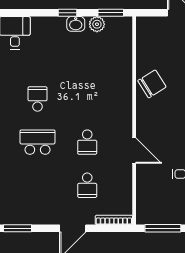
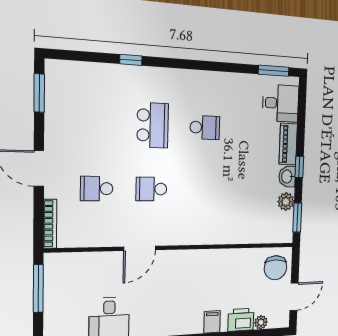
piano: (48, 24) -> (288, 144), added
chair: (152, 84) -> (276, 268), moved, turned 32

